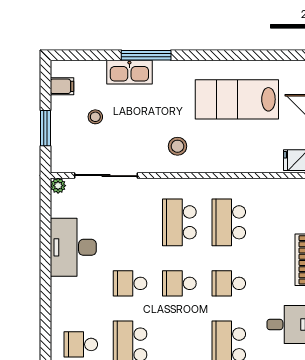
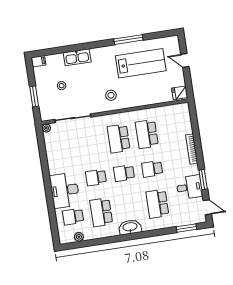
window: (146, 55) -> (128, 40), moved
filing cabinet: (62, 86) -> (38, 61), moved
lab bench: (237, 99) -> (141, 63), turned 180
desk: (73, 247) -> (65, 190), moved

